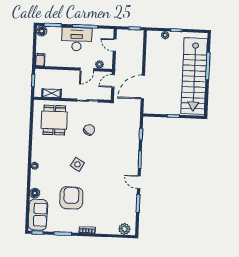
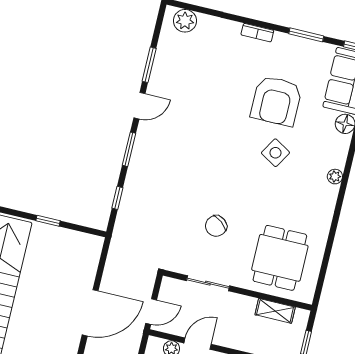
door: (143, 87) -> (90, 313), moved
side table: (77, 164) -> (275, 153), moved
door: (139, 182) -> (139, 106), hinge flipped

